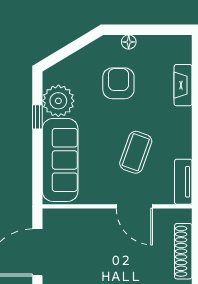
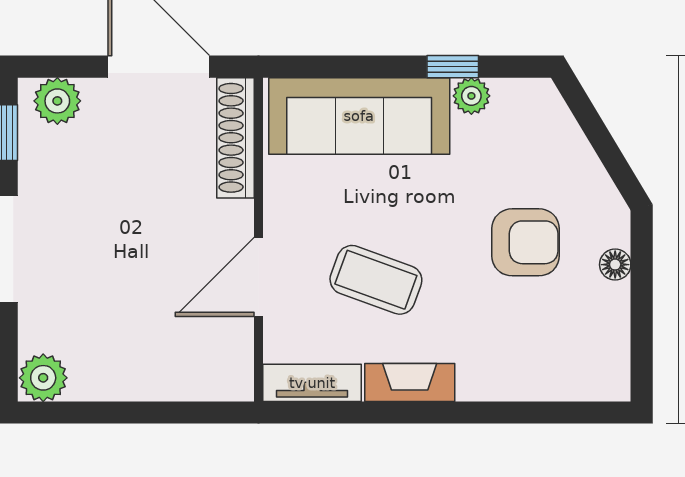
fireplace: (183, 85) -> (410, 382), moved
plant: (58, 101) -> (471, 96), width x0.53, depth x0.53
shoe rack: (183, 251) -> (235, 138), moved, turned -90

